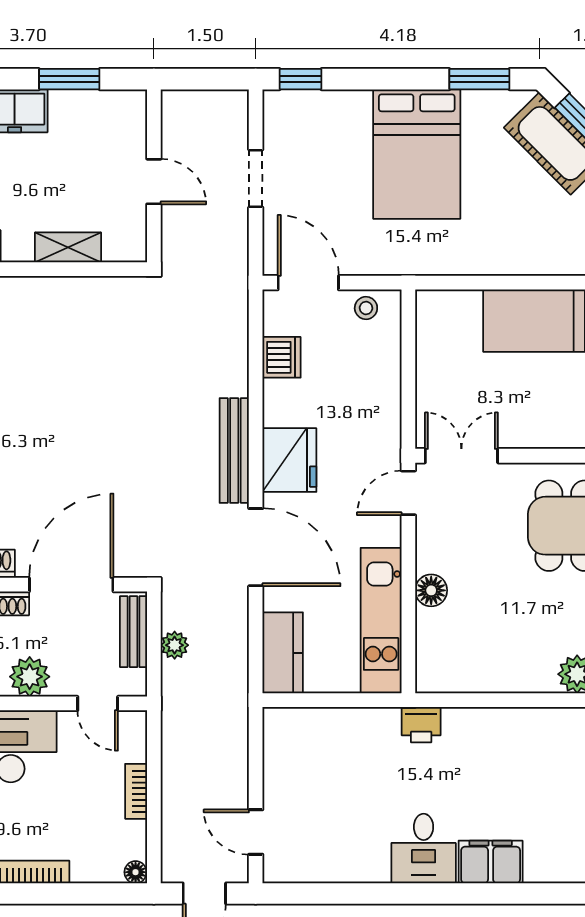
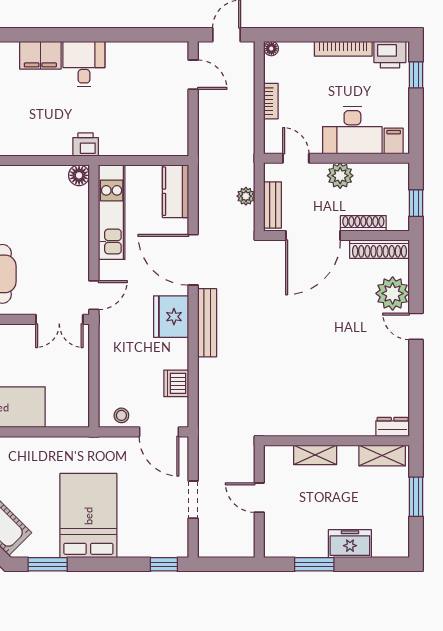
floor lamp: (431, 590) -> (79, 175), moved

